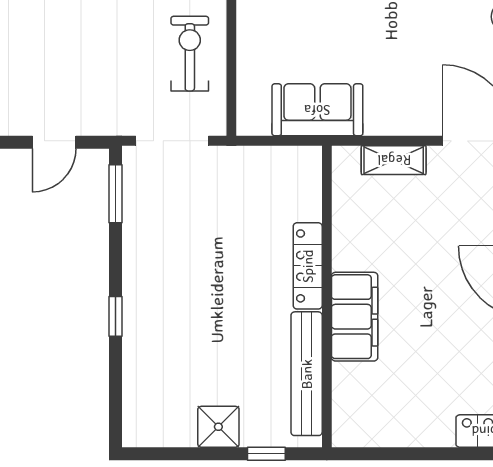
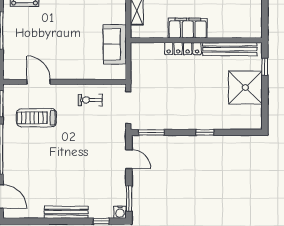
exercise bike: (190, 54) -> (90, 100), width x0.73, depth x0.72
filing cabinet: (355, 317) -> (188, 28), moved
shower: (218, 427) -> (245, 87), width x1.86, depth x1.86

